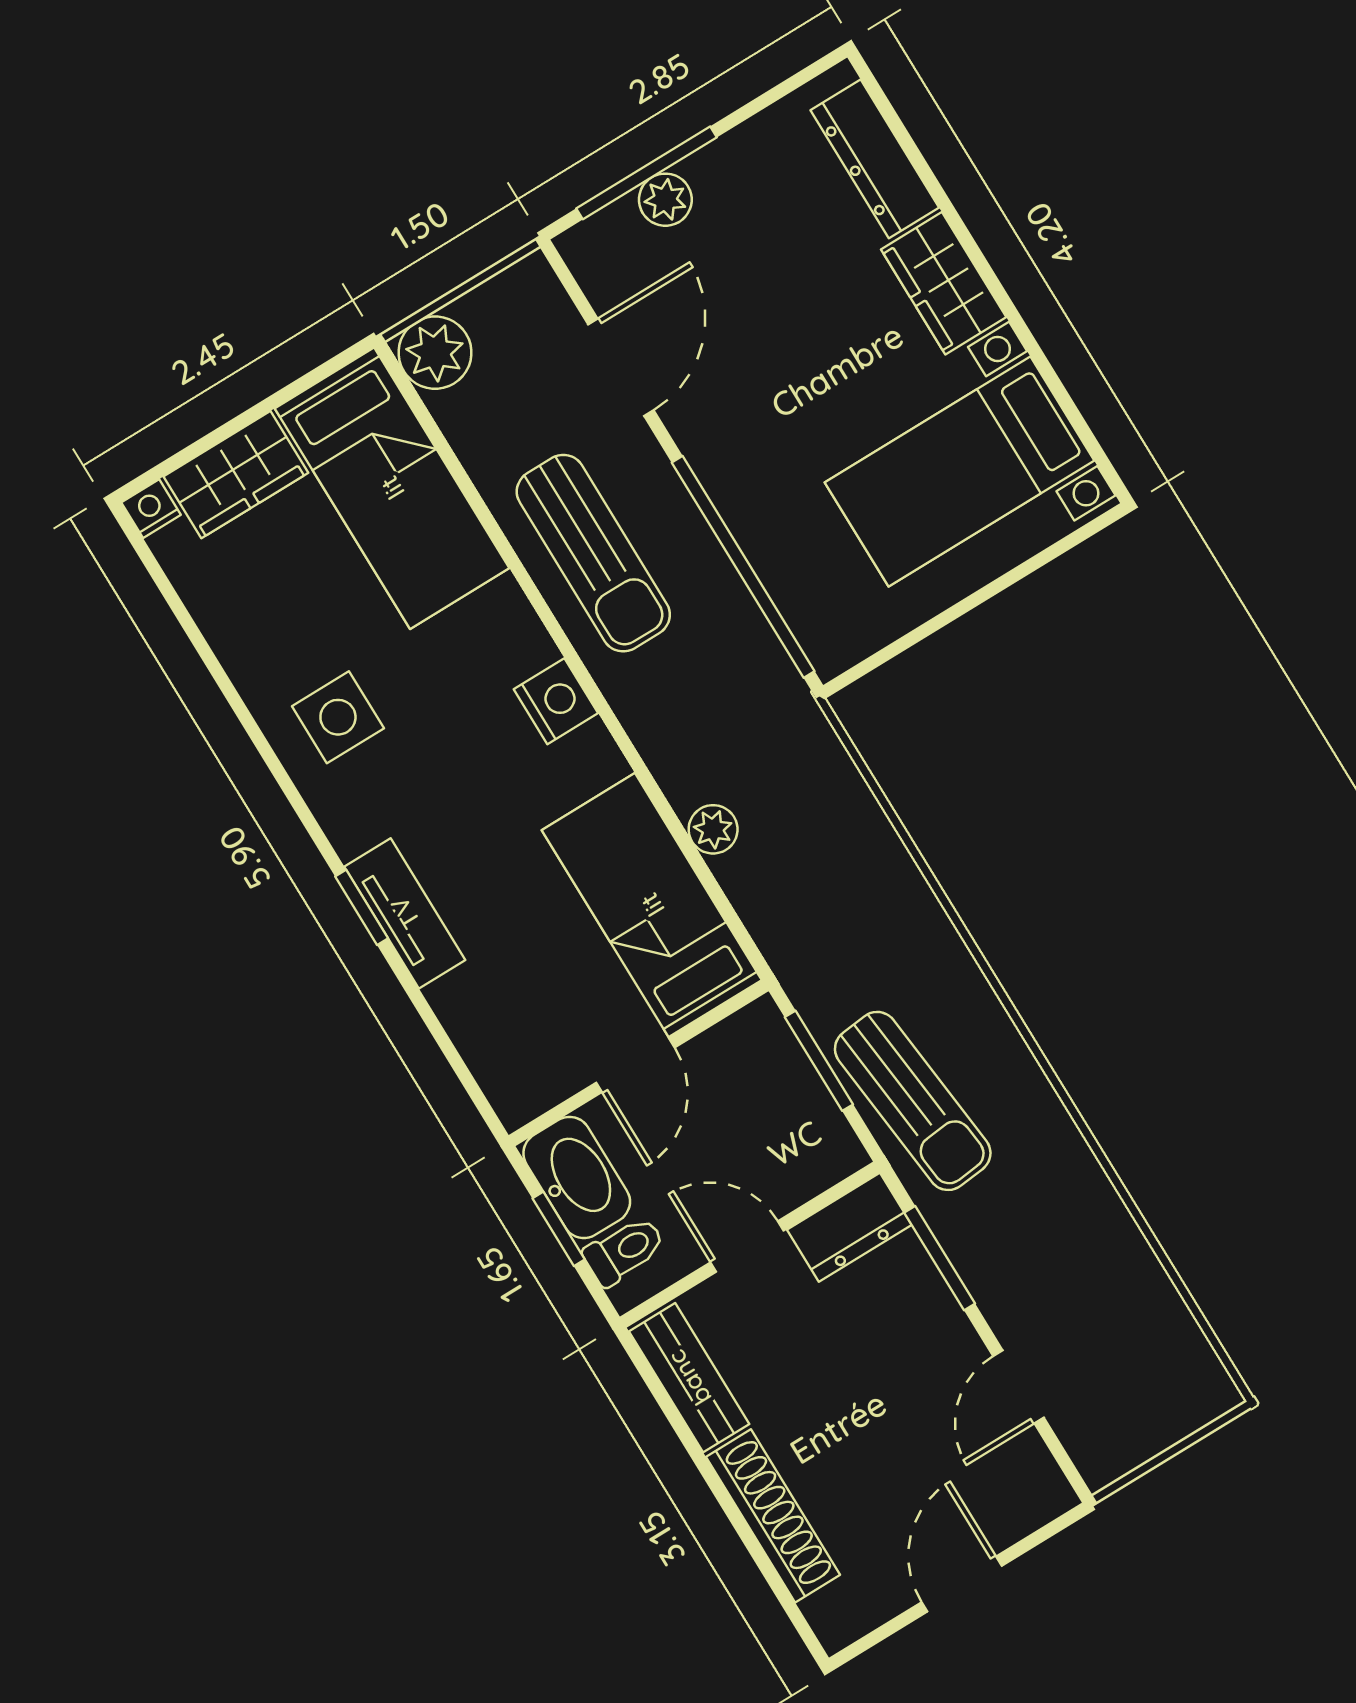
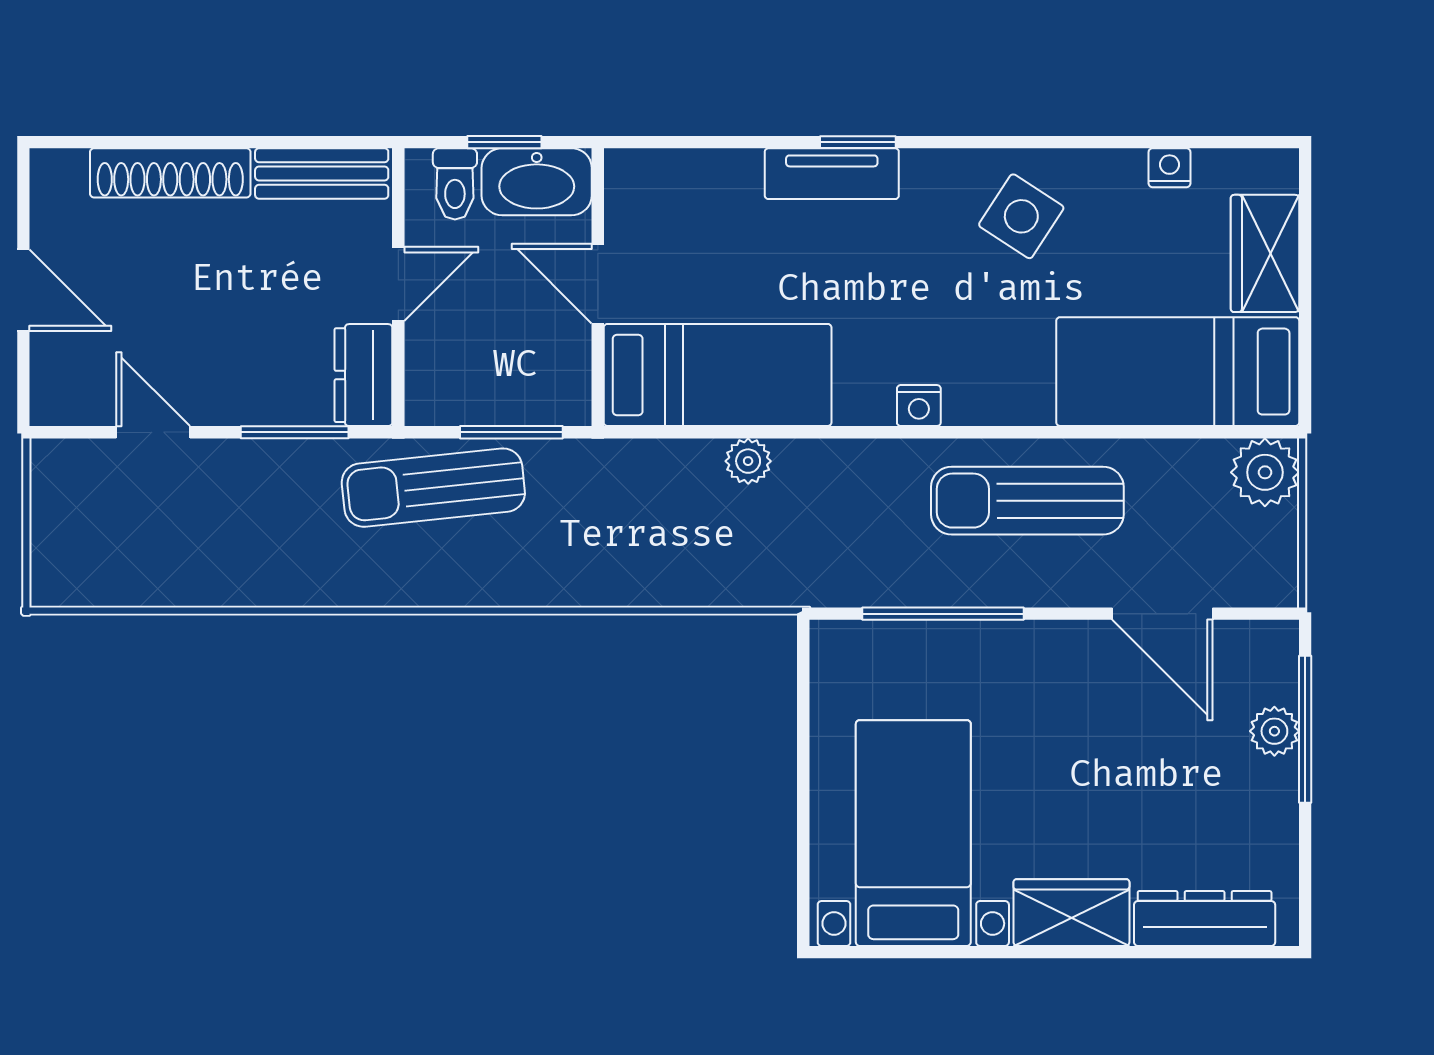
nightstand: (151, 509) -> (1169, 168), moved, turned -90
window: (743, 567) -> (943, 614), width x0.68
nightstand: (556, 701) -> (919, 406), width x0.72, depth x0.74
side table: (338, 717) -> (1021, 216), turned 33

